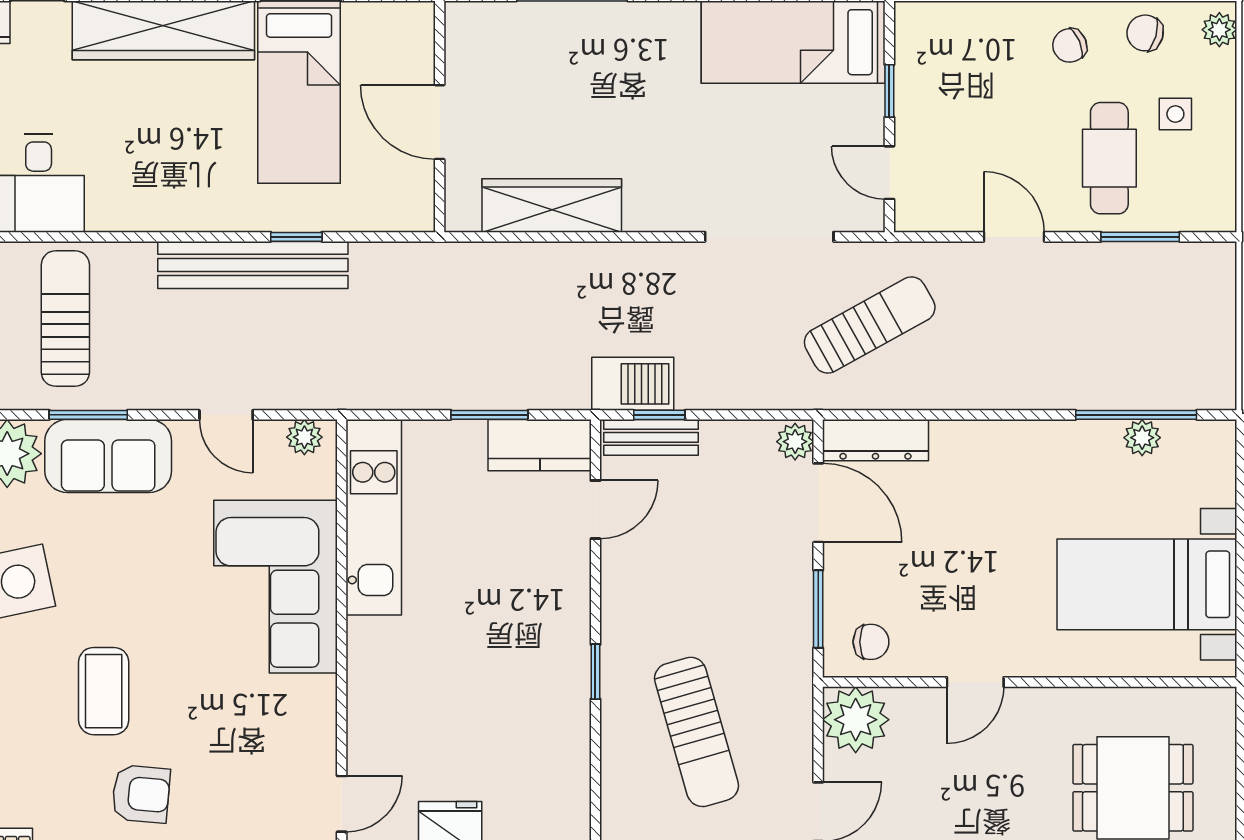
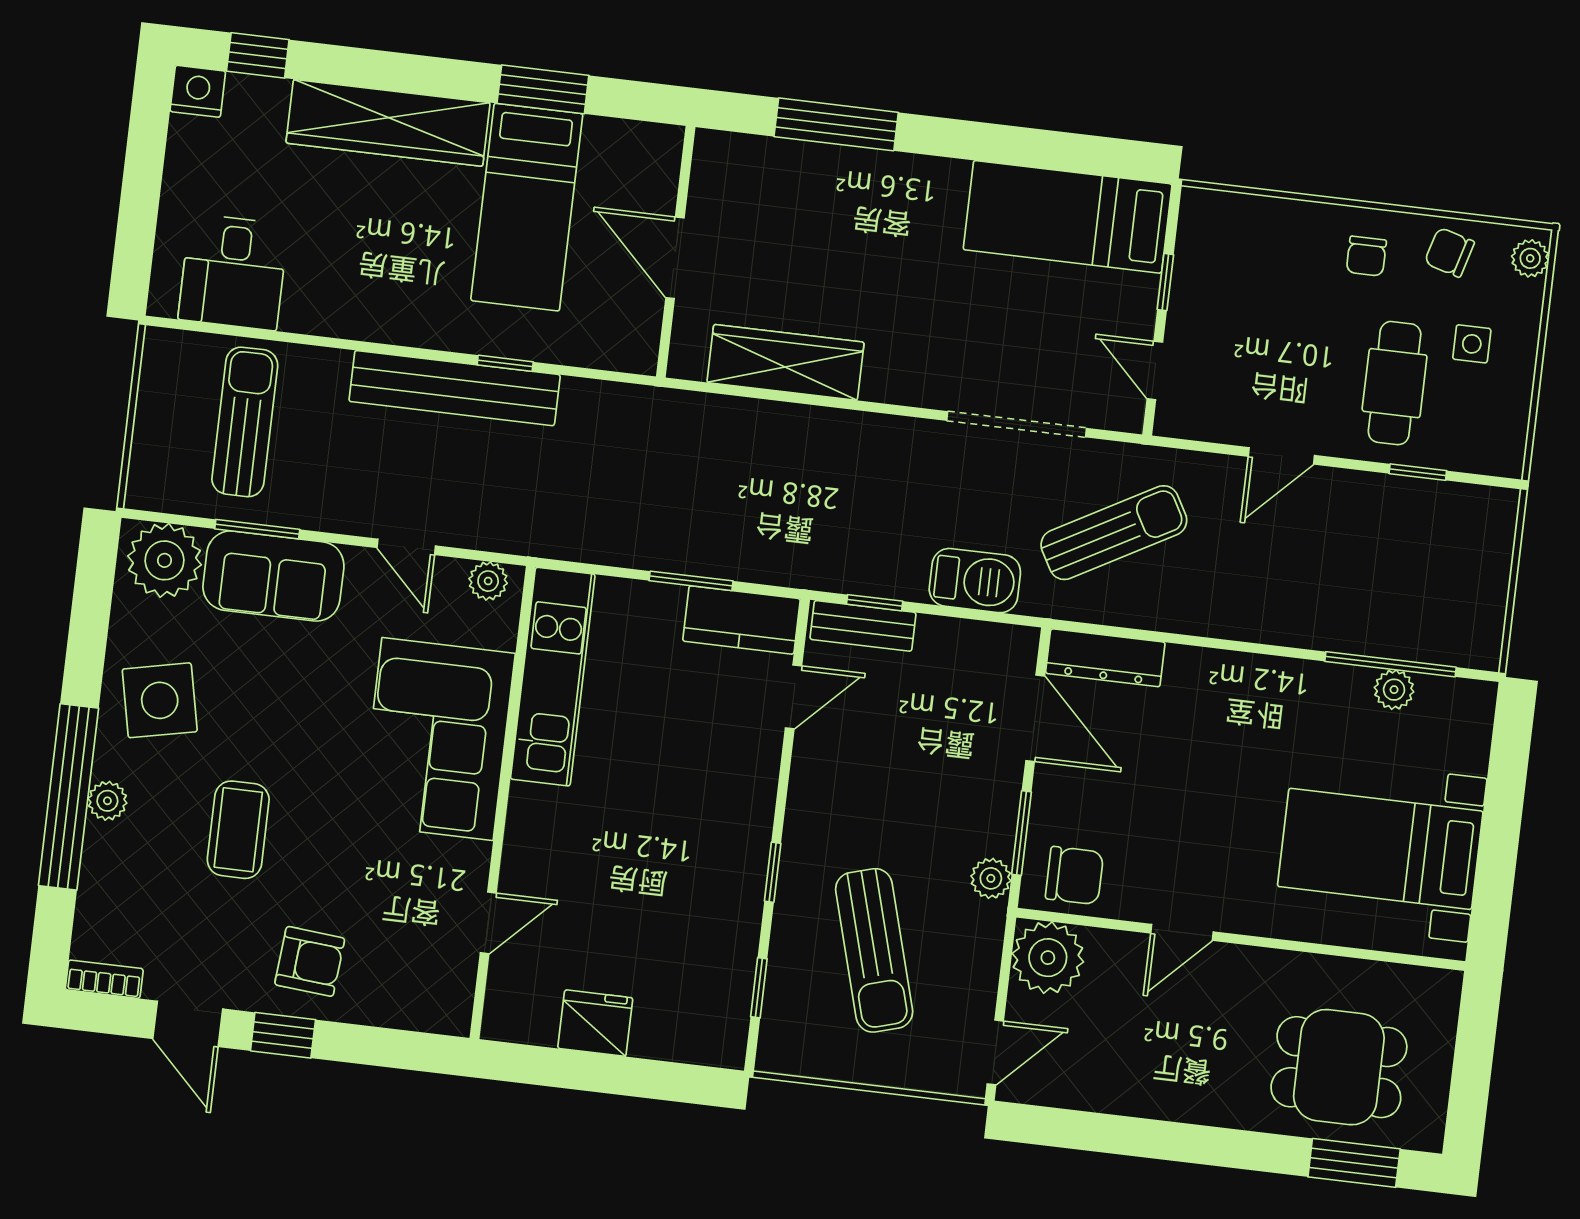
chair: (1070, 45) -> (1366, 256), turned -67
door: (1014, 237) -> (1281, 456), swing flipped
window: (1140, 237) -> (1418, 472), width x0.67
barbecue: (633, 384) -> (975, 581), moved
plant: (795, 442) -> (991, 878), moved
chair: (871, 642) -> (1074, 876), width x1.37, depth x1.37
window: (595, 778) -> (759, 988), added
armchair: (141, 794) -> (310, 961), moved
door: (342, 804) -> (488, 923), moved

